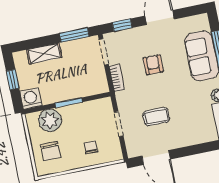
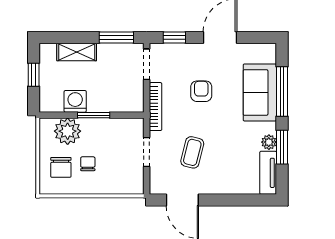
bookcase: (117, 78) -> (156, 107), width x1.56
washing machine: (31, 99) -> (75, 101), moved
coffee table: (156, 117) -> (192, 152), turned -76
chair: (91, 147) -> (88, 164), moved

